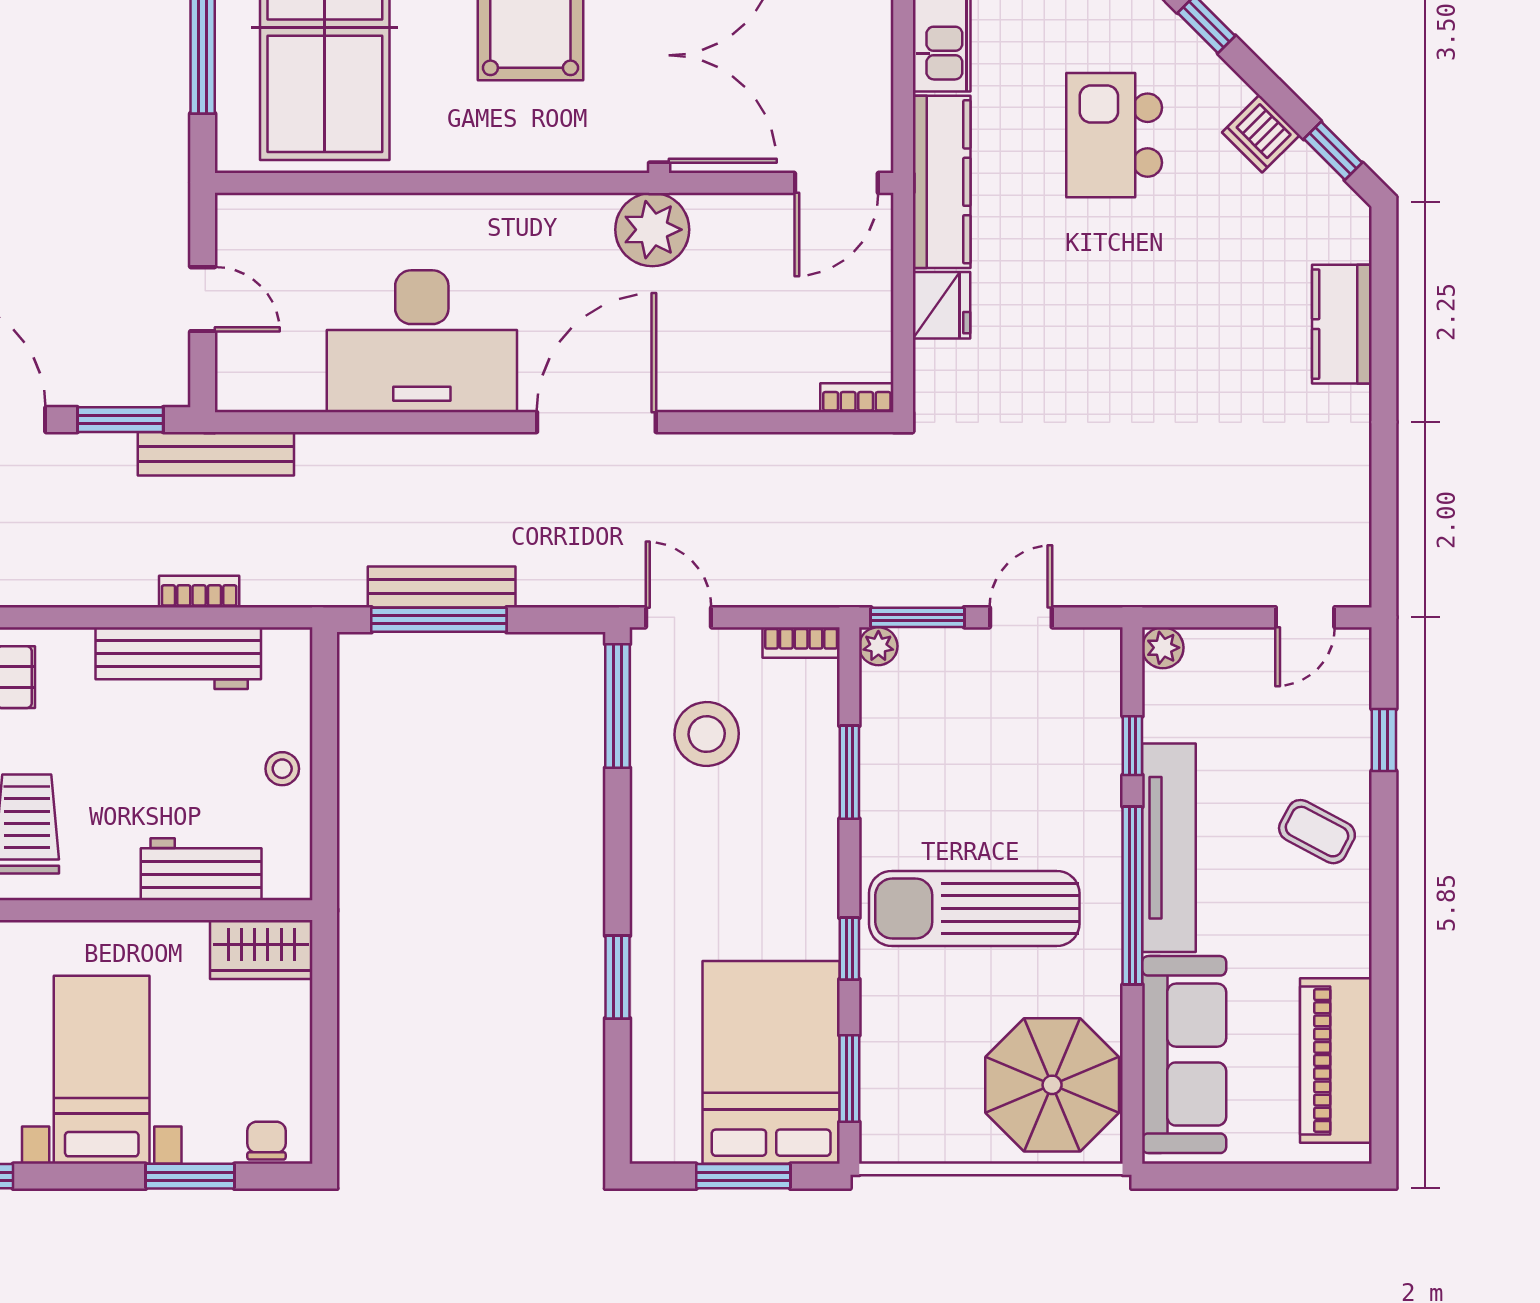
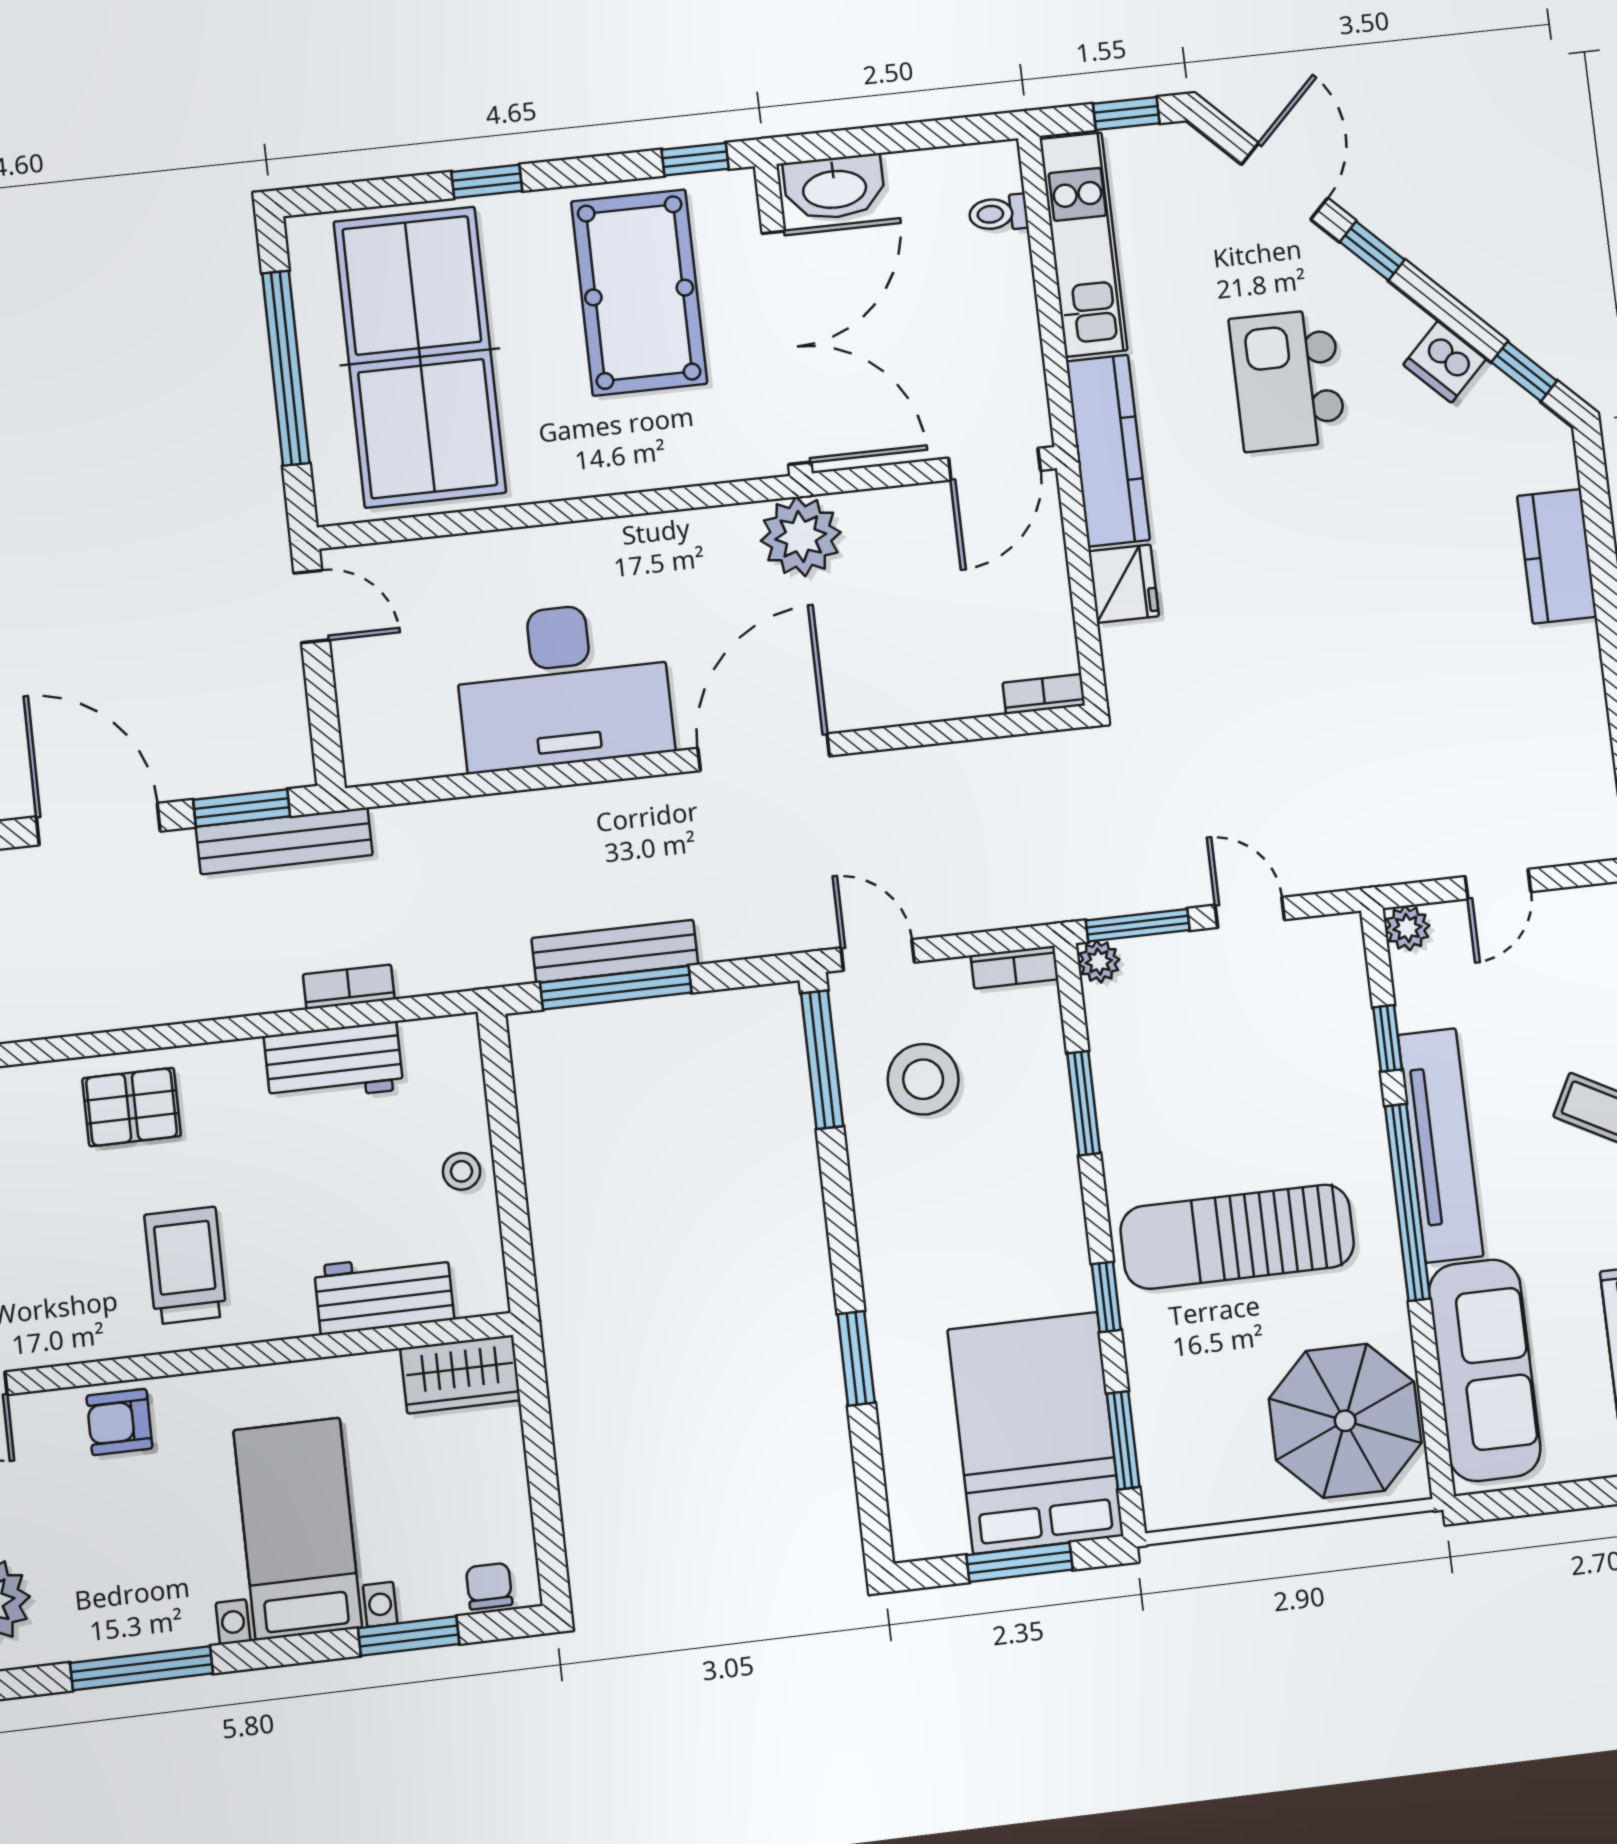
door: (203, 299) -> (312, 606), moved
bench: (216, 454) -> (284, 841), moved
door: (1021, 617) -> (1250, 912), hinge flipped
door: (1305, 617) -> (1498, 884), moved
workbench: (178, 658) -> (334, 1063), width x0.73

